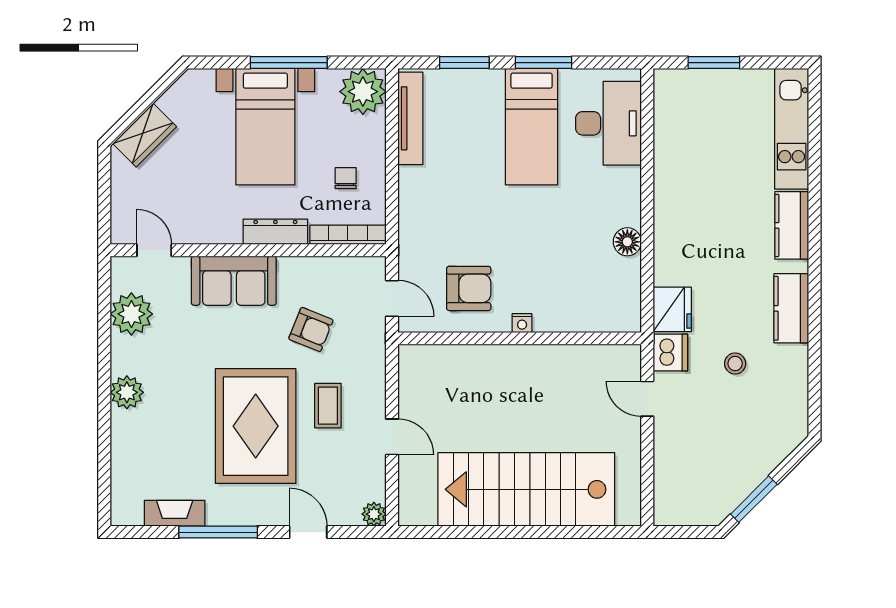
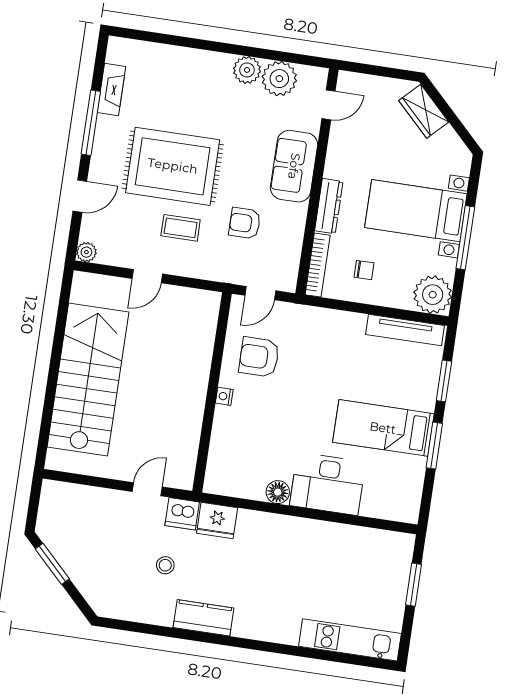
desk: (608, 123) -> (328, 484), moved
kitchen counter: (792, 225) -> (271, 628), removed
armchair: (469, 288) -> (259, 357), turned 90
armchair: (311, 329) -> (245, 223), turned 68
plant: (127, 392) -> (247, 70), moved

